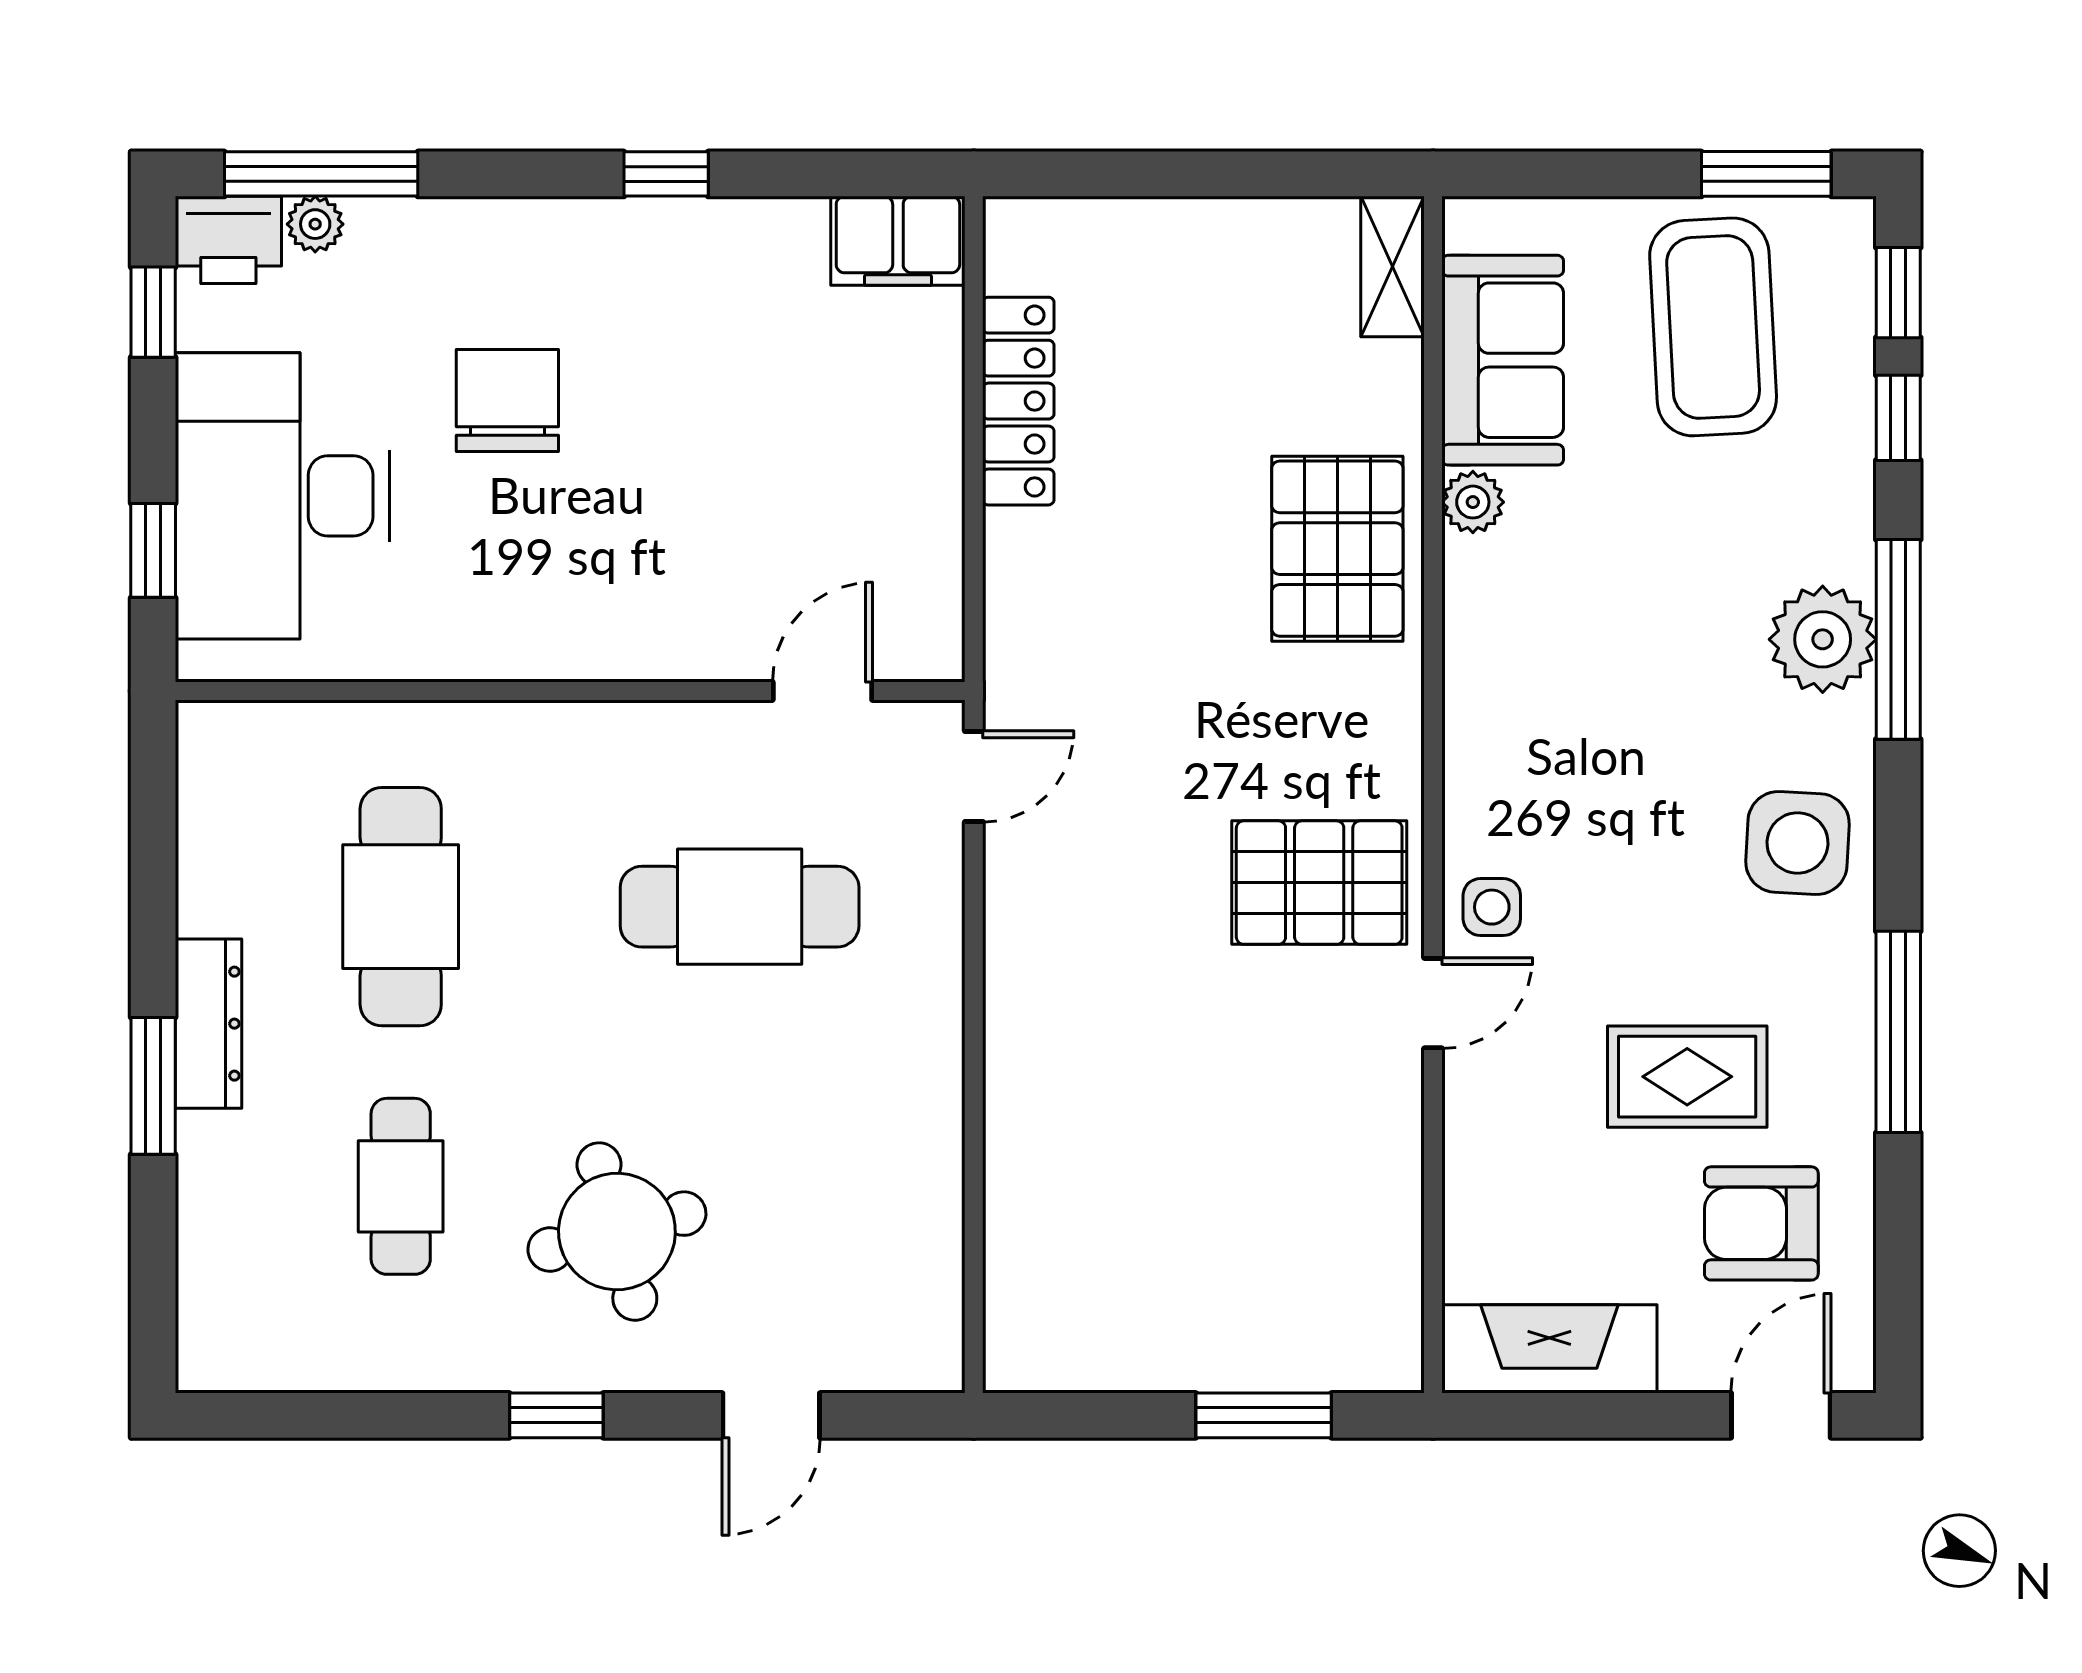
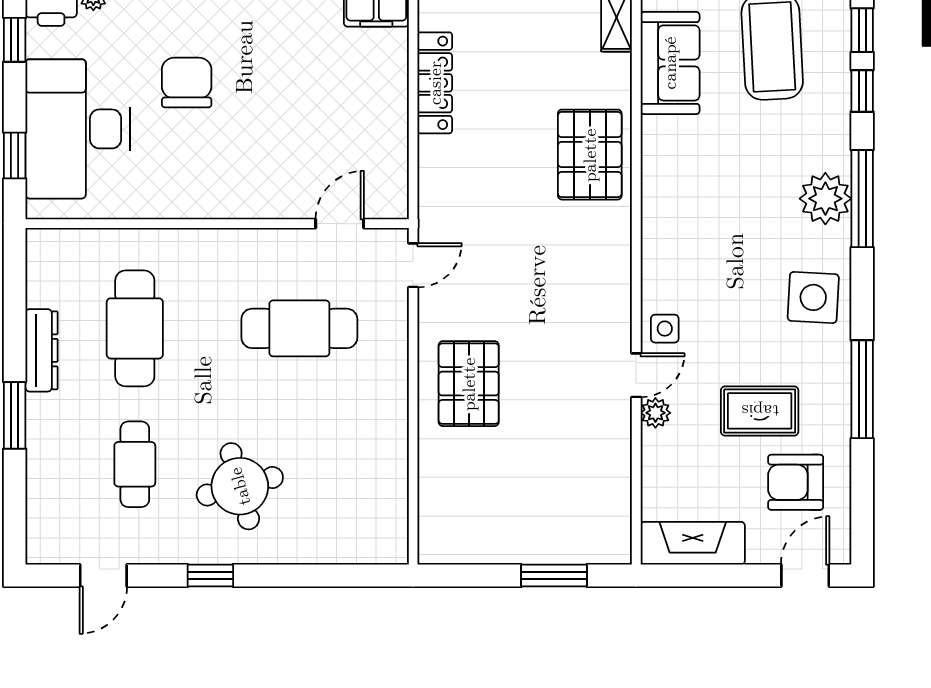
plant: (1473, 502) -> (655, 413), moved
pallet: (1319, 883) -> (469, 384), moved, turned 90
dresser: (209, 1024) -> (41, 350), moved
door: (771, 1415) -> (103, 575), moved

